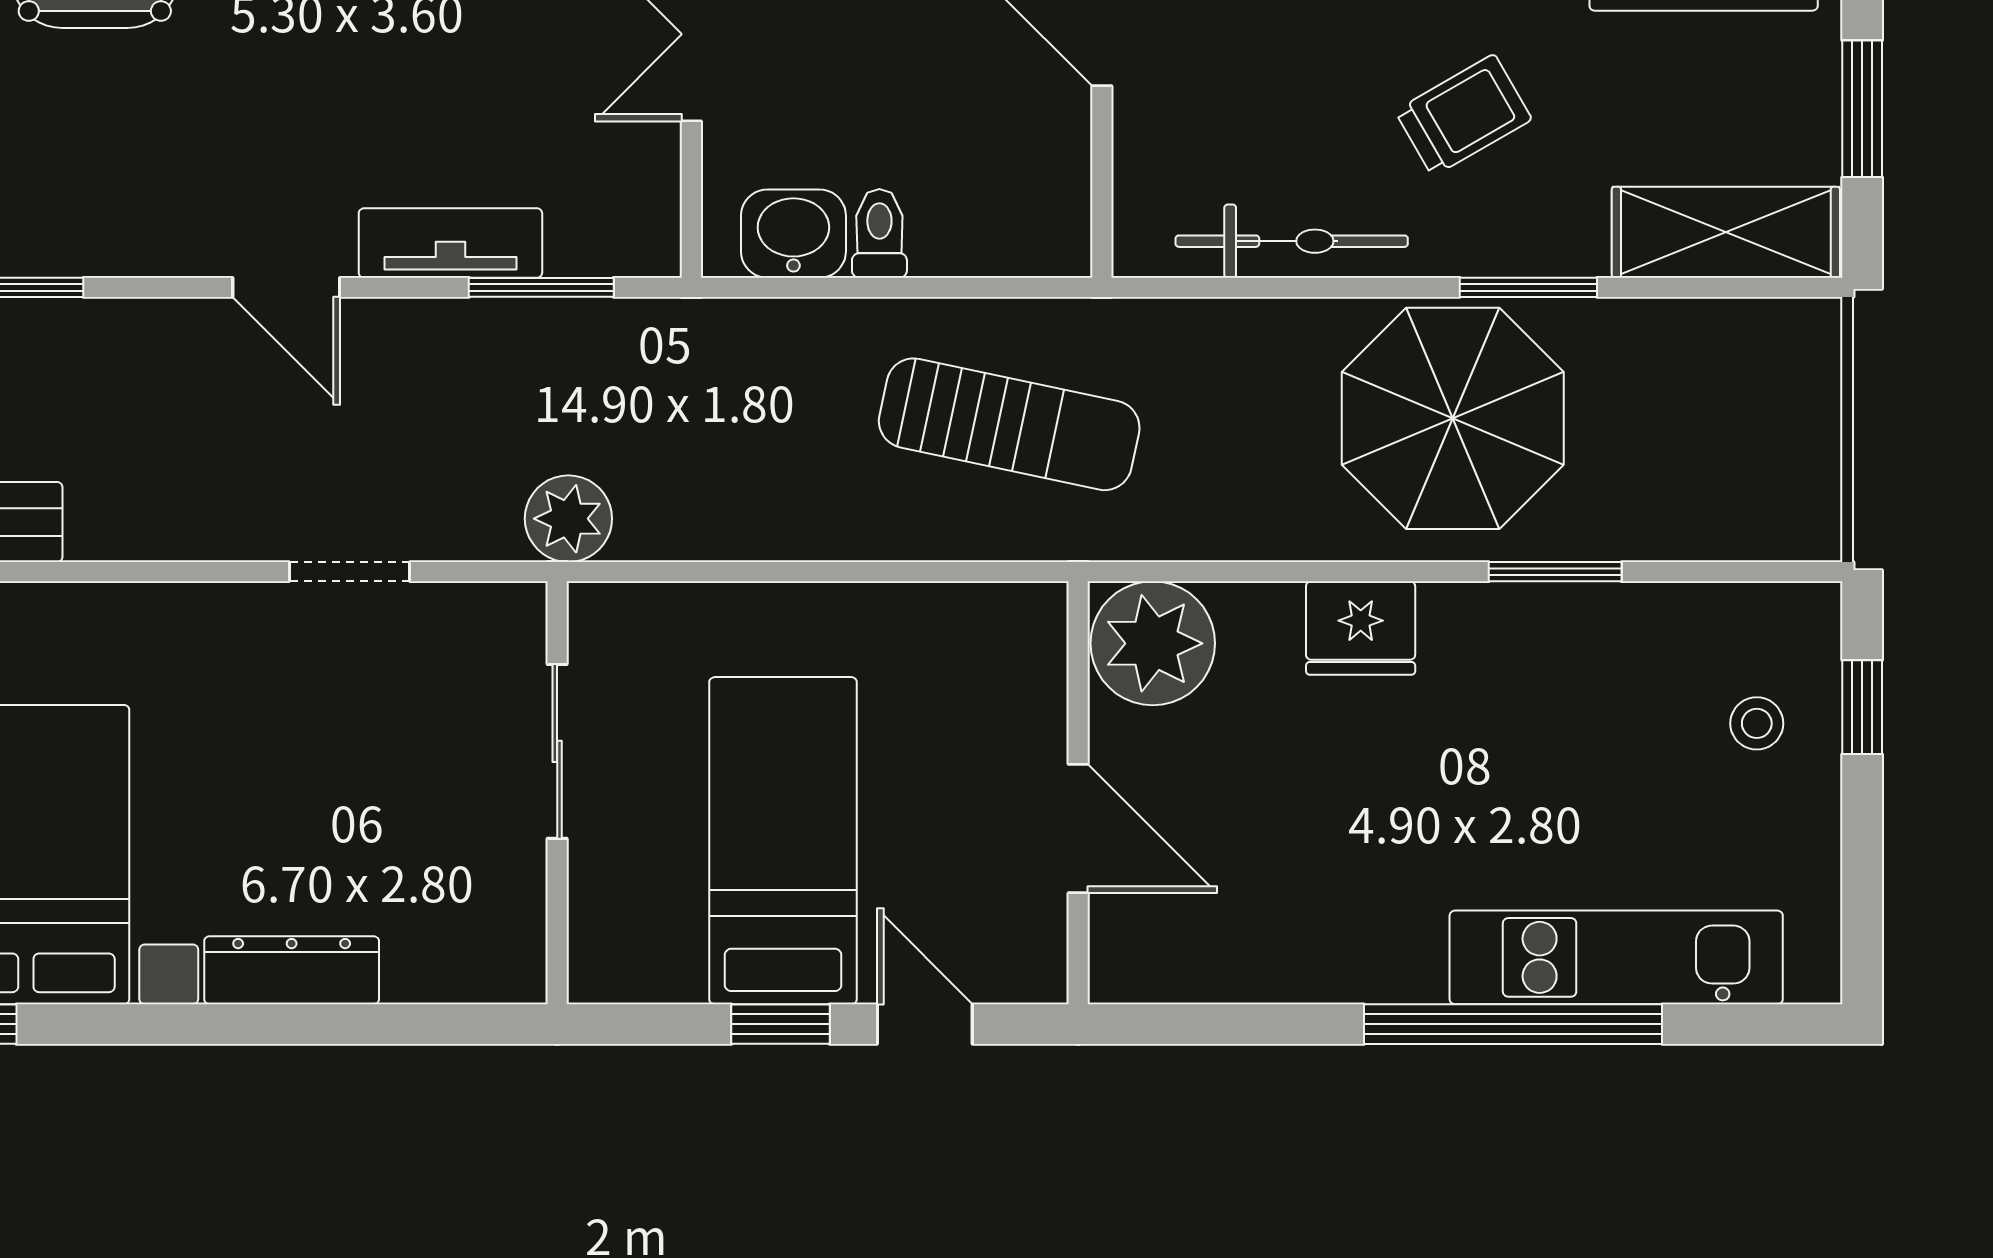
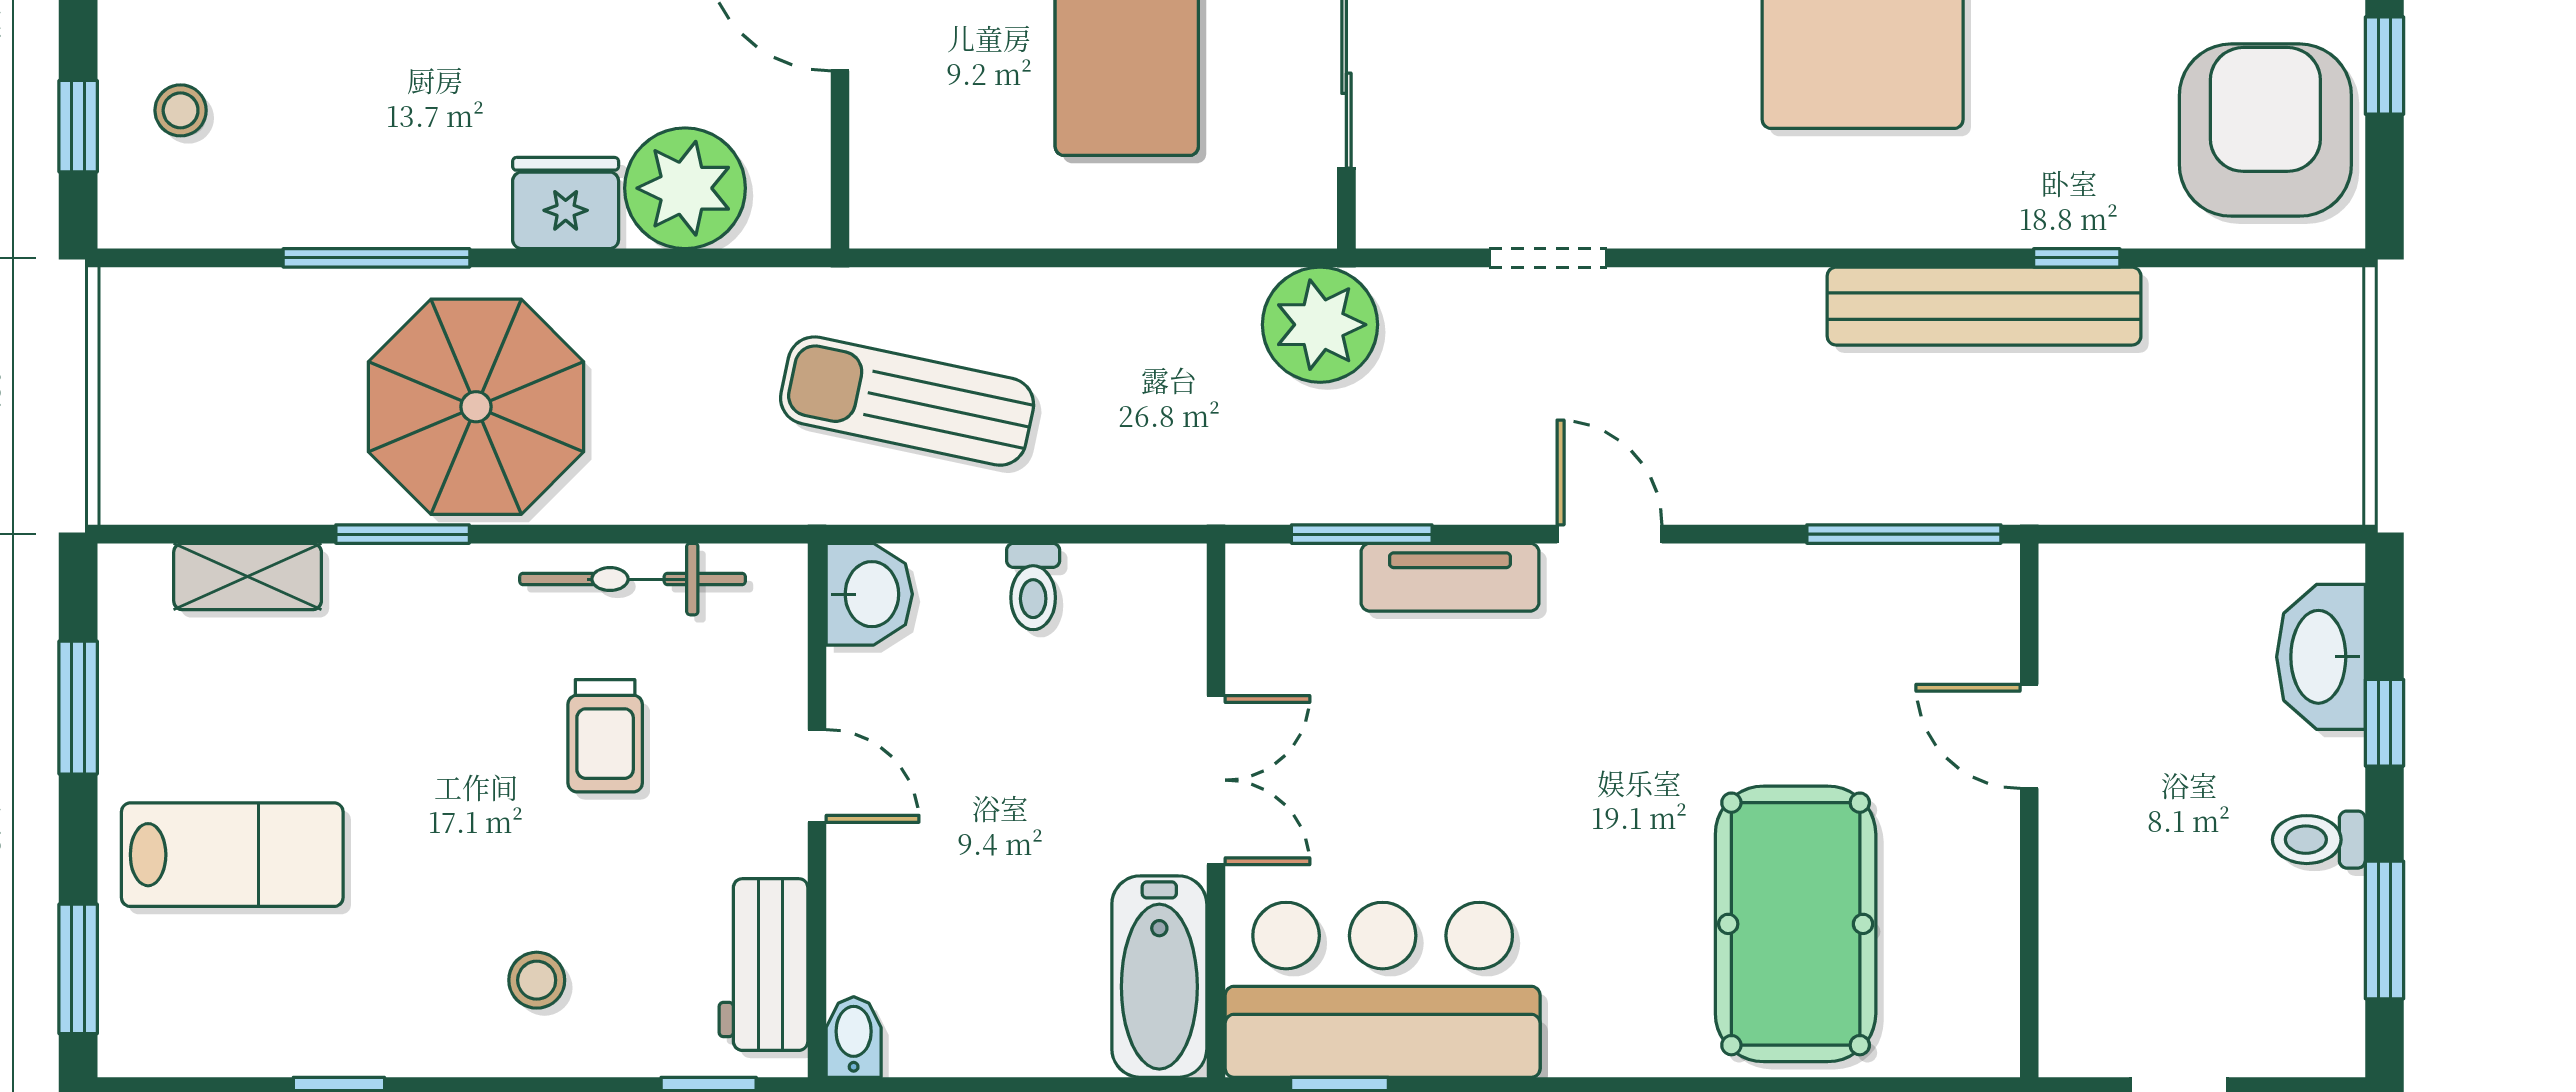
trolley: (1463, 115) -> (605, 736), moved, turned -60
shelving: (1726, 232) -> (248, 577), width x0.67, depth x0.75
washbasin: (793, 234) -> (869, 594), moved, turned -90
plant: (568, 519) -> (1320, 325), width x1.36, depth x1.36
window: (1555, 572) -> (376, 258), width x1.44
plant: (1153, 643) -> (685, 188), moved

